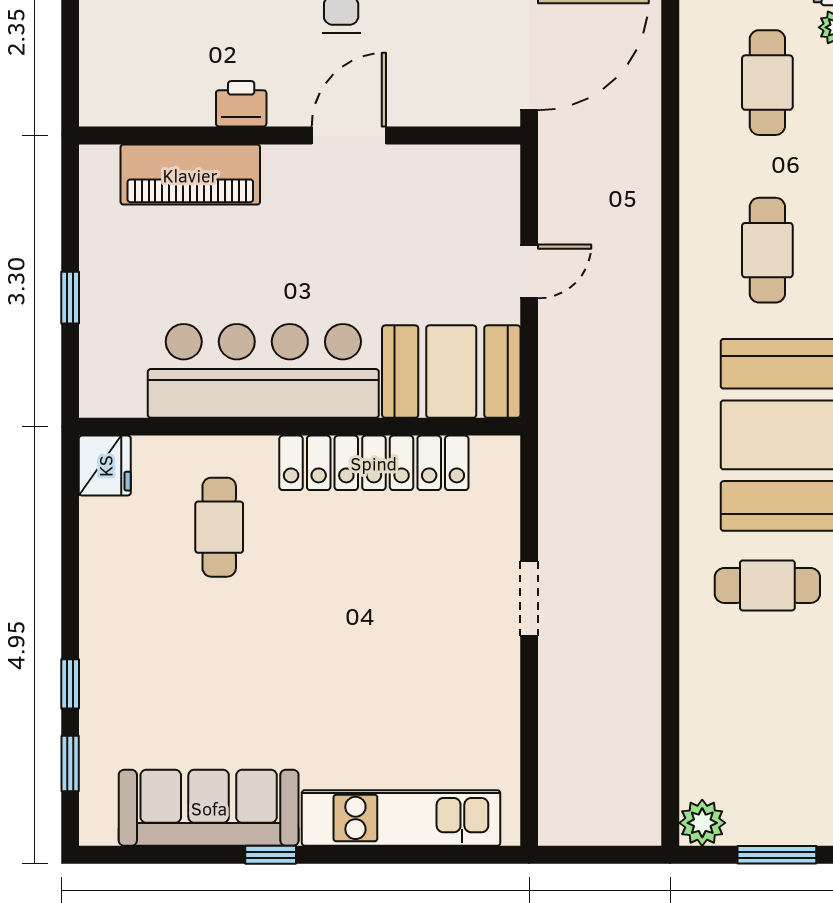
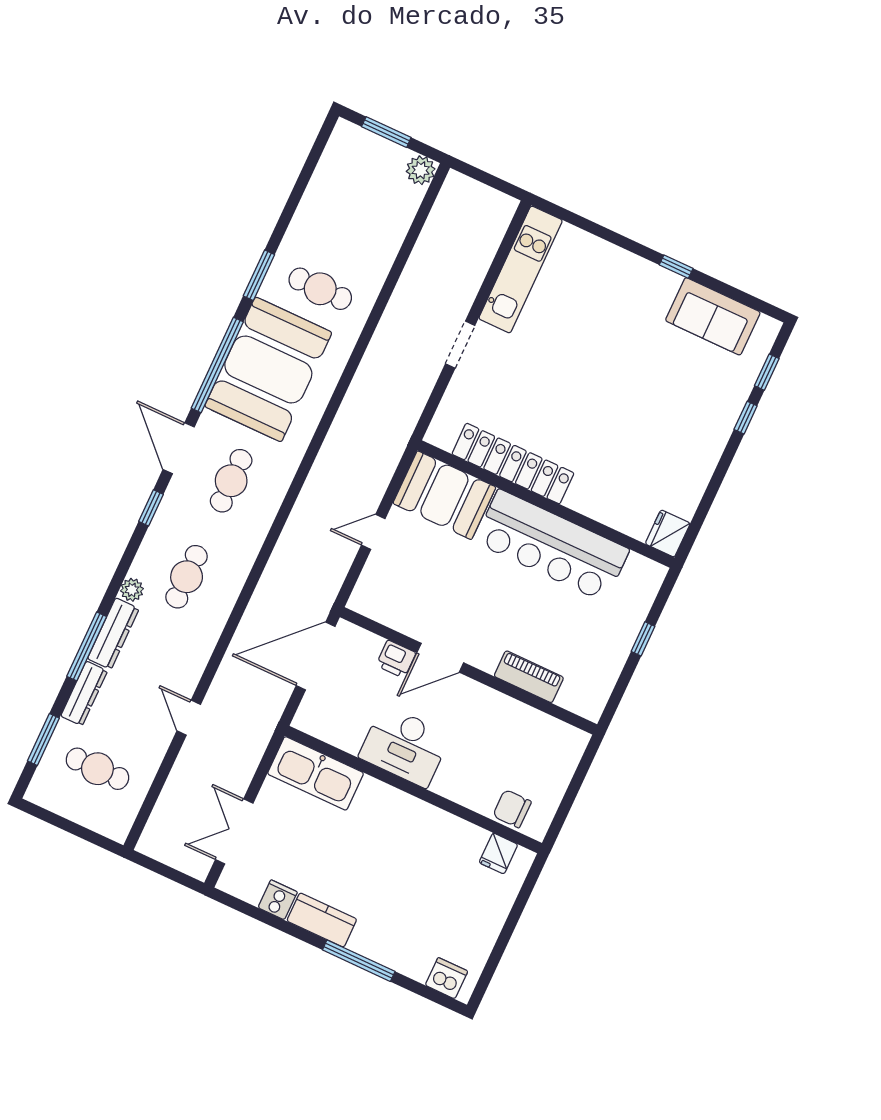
printer: (241, 104) -> (396, 659), moved
piano: (190, 175) -> (529, 677), width x0.73, depth x0.75
cafe table: (219, 527) -> (619, 468), removed
sofa: (209, 808) -> (713, 316), width x0.73
kitchen unit: (401, 818) -> (521, 269), moved, turned -90

